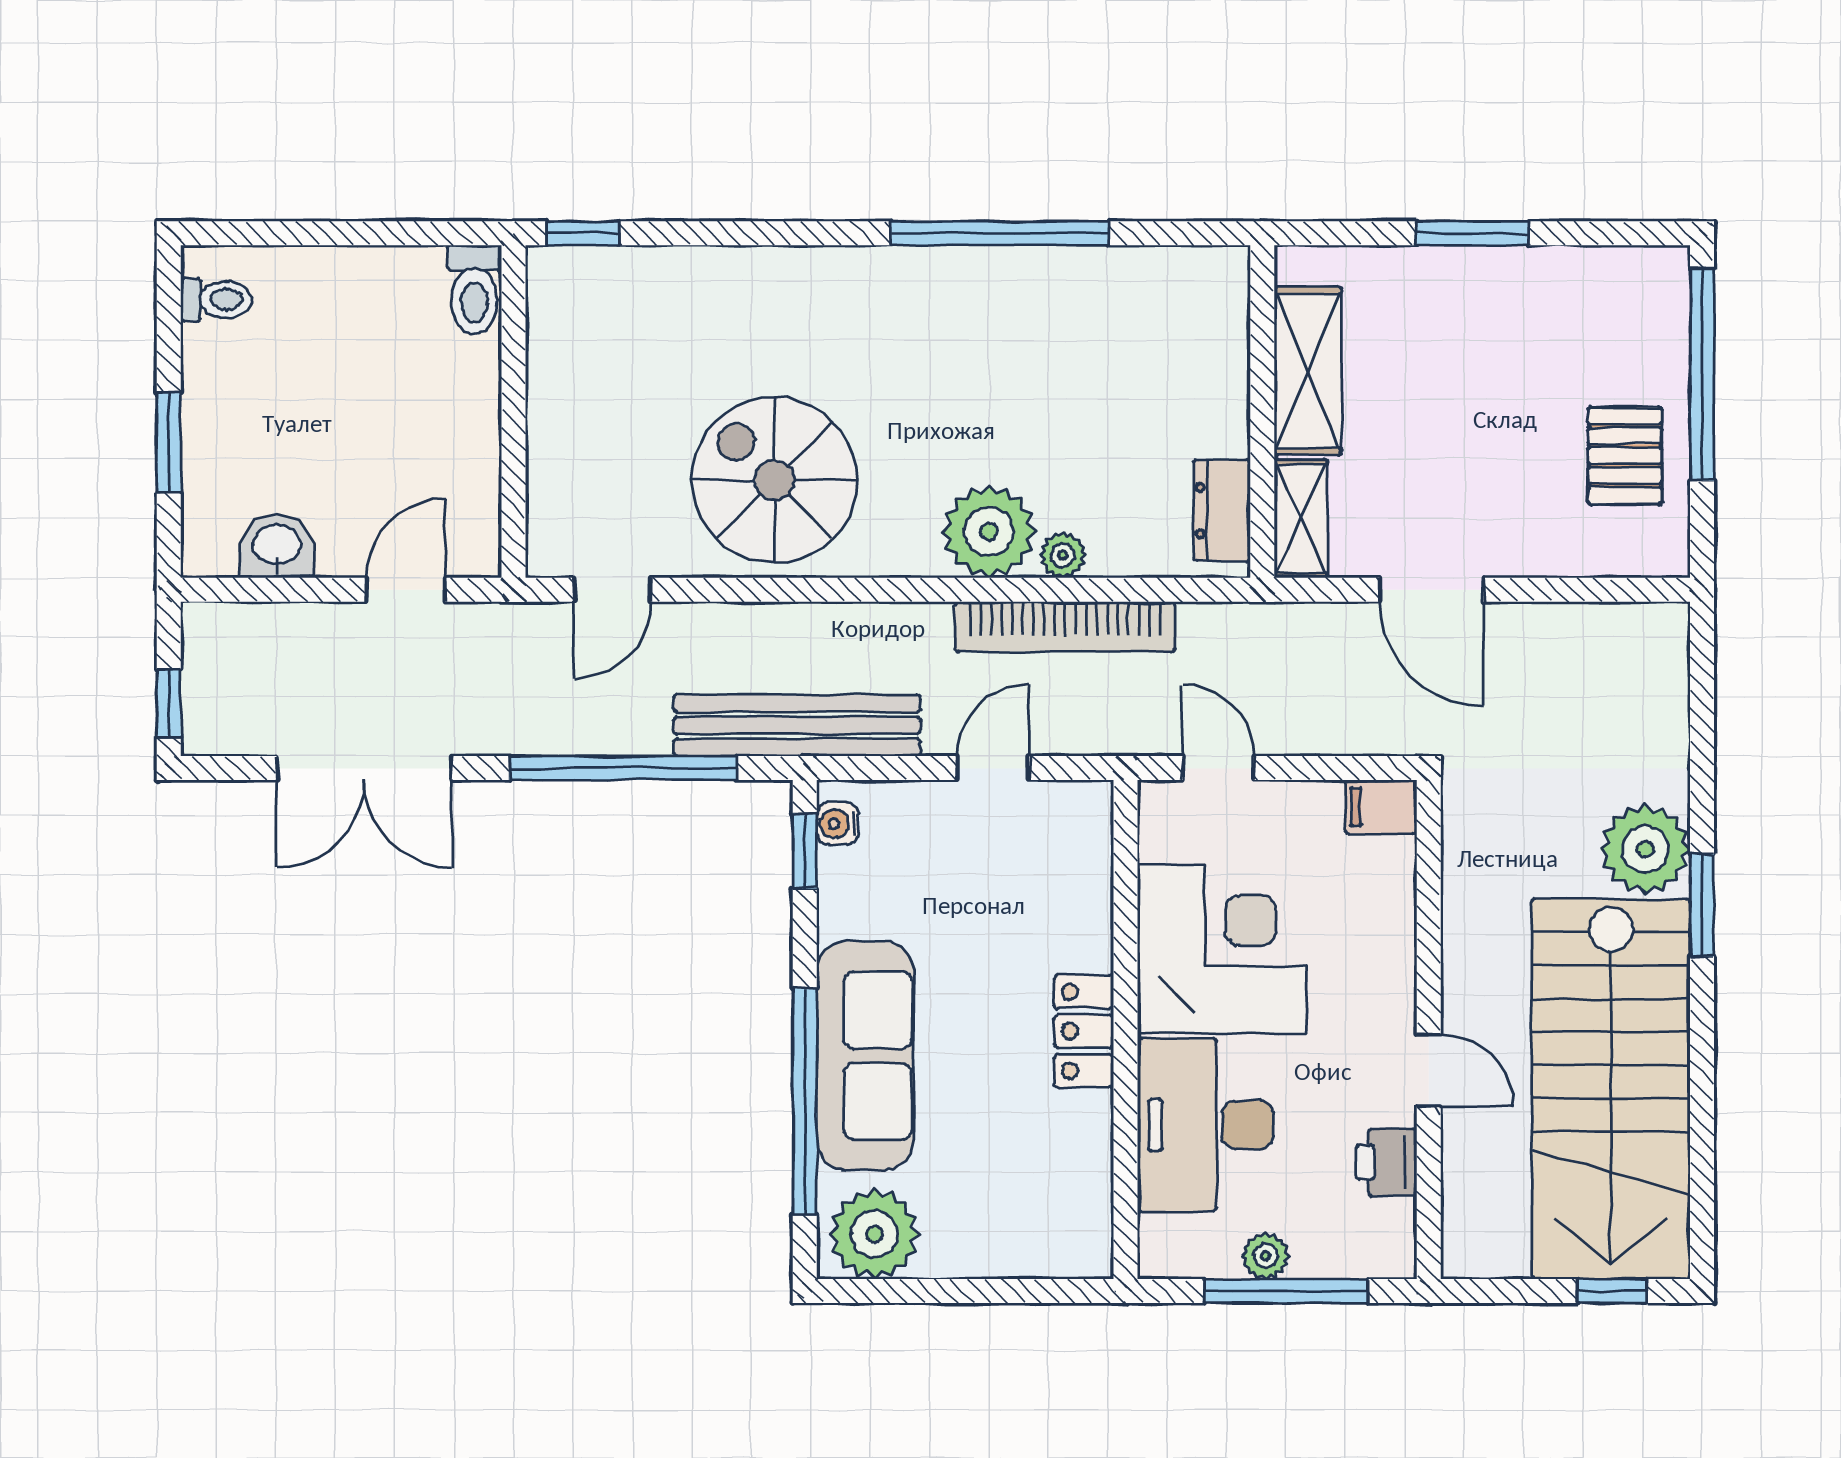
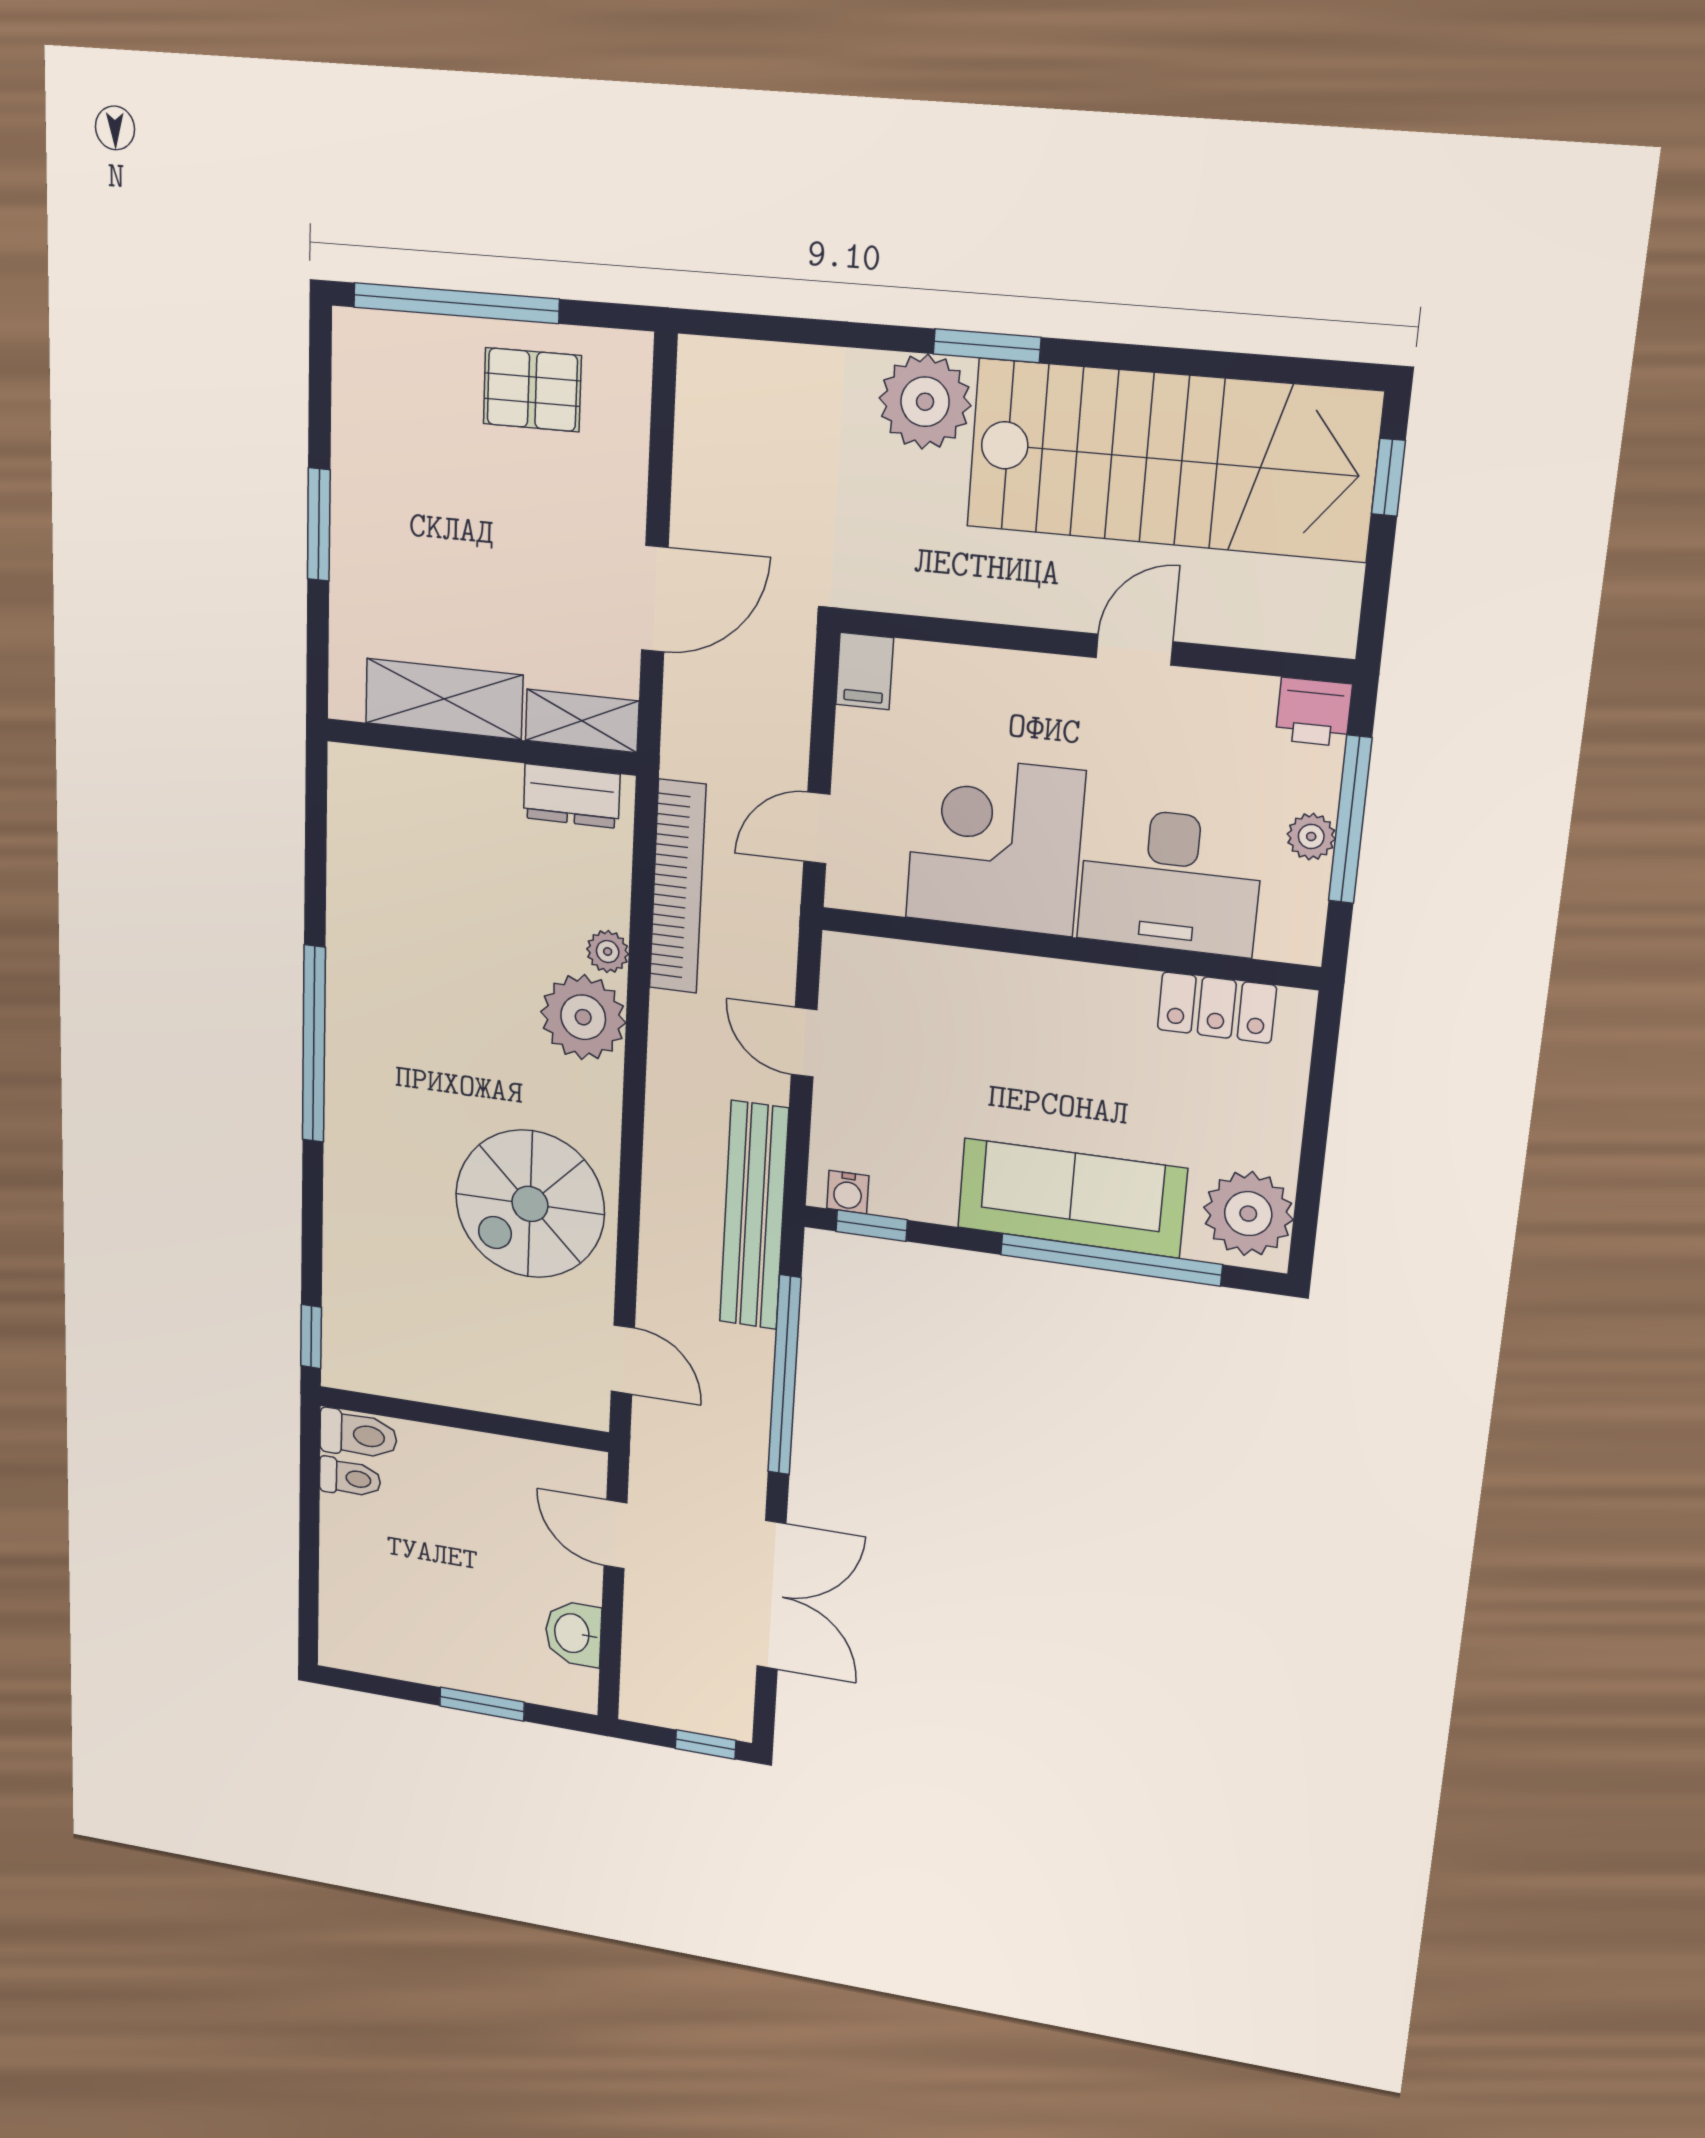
window: (1000, 233) -> (314, 1044), moved
toilet: (216, 299) -> (350, 1478), moved, turned 90
bookcase: (1065, 627) -> (678, 887), moved
locker: (1084, 1031) -> (1217, 1008), moved
printer: (1386, 1162) -> (1314, 712), moved

